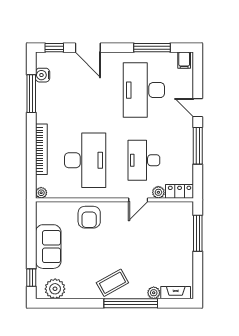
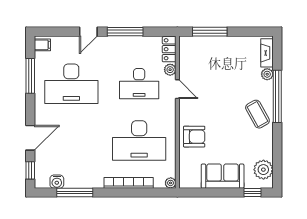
desk: (85, 160) -> (139, 141), turned 180

